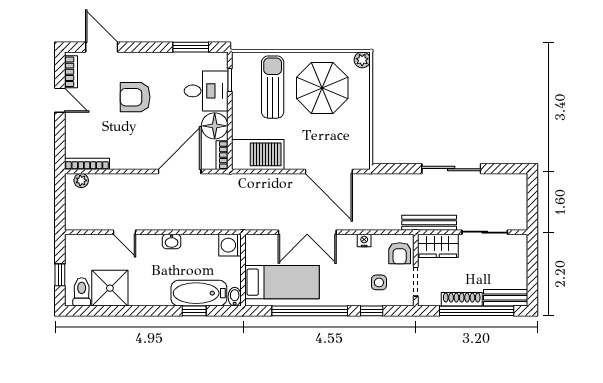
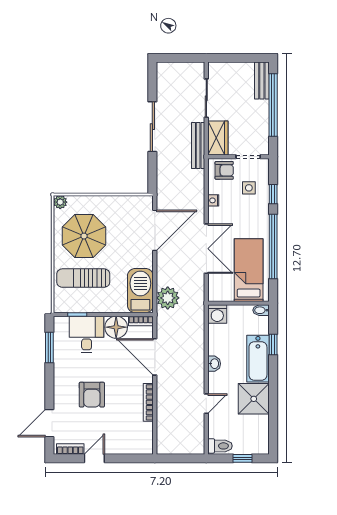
bookcase: (87, 164) -> (148, 402), moved
plant: (81, 180) -> (168, 298), moved, width x1.88, depth x1.88
shower: (110, 288) -> (254, 399), moved
toilet: (82, 292) -> (220, 446), moved, turned 180
bathtub: (199, 293) -> (258, 359), moved
shoe rack: (462, 299) -> (263, 118), removed

